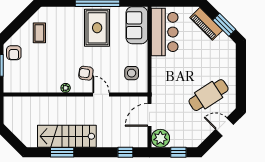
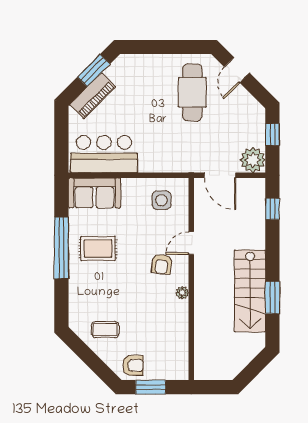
rug: (97, 28) -> (98, 249), width x0.73, depth x0.70
cafe table: (209, 95) -> (192, 92), turned 33

